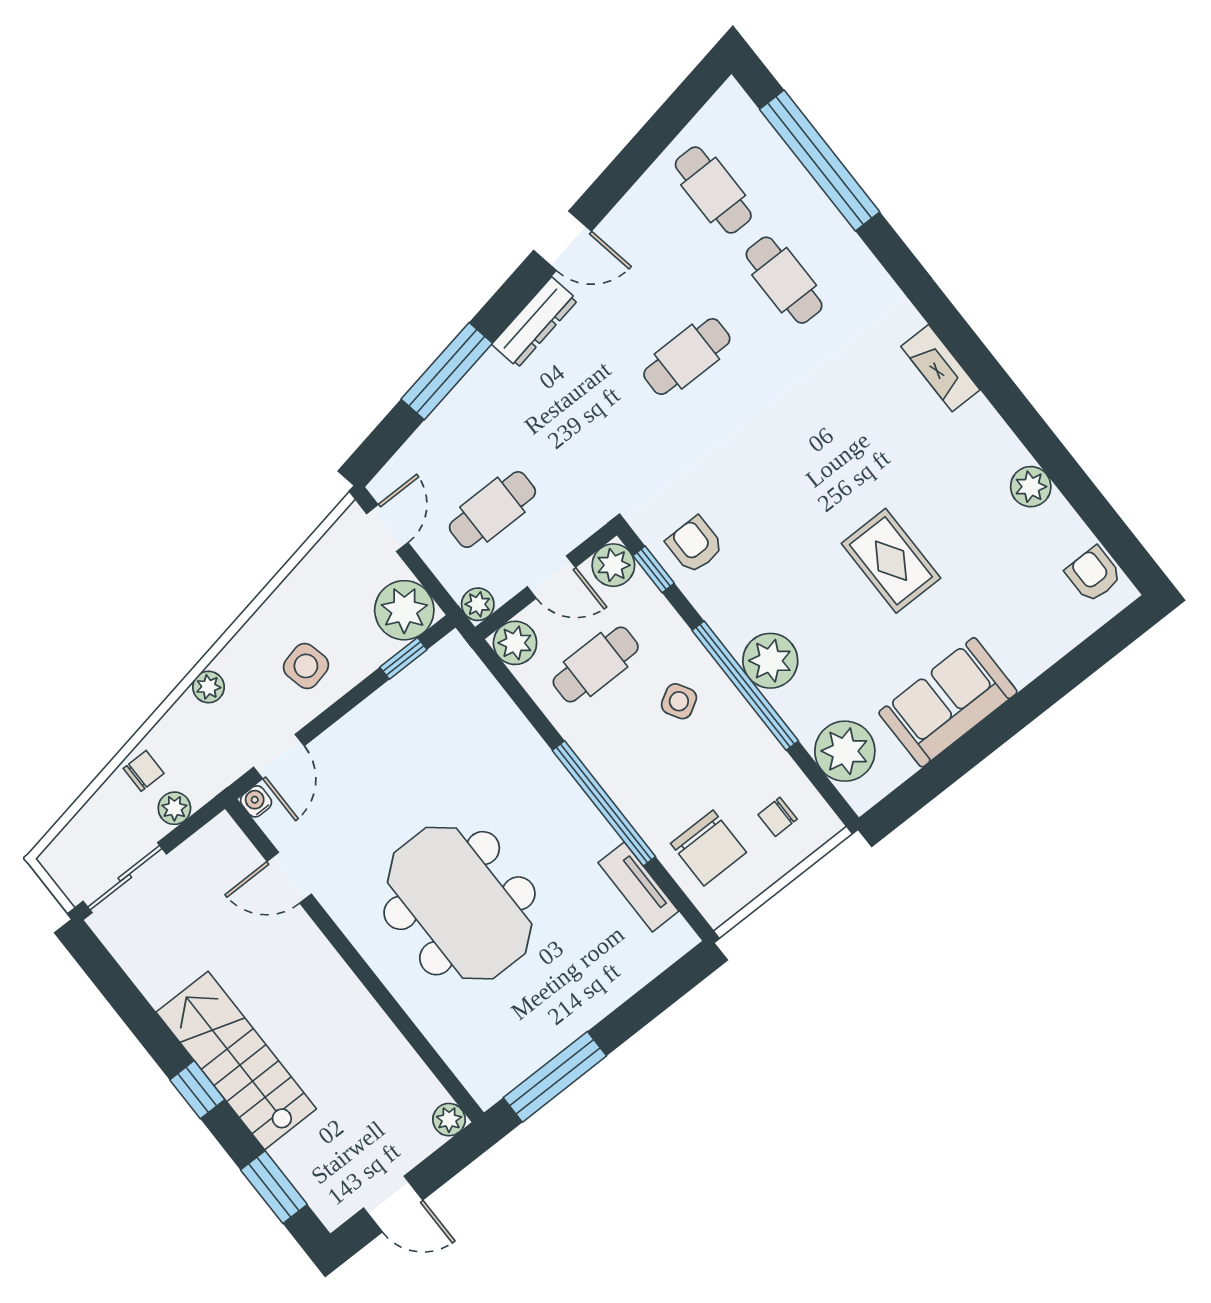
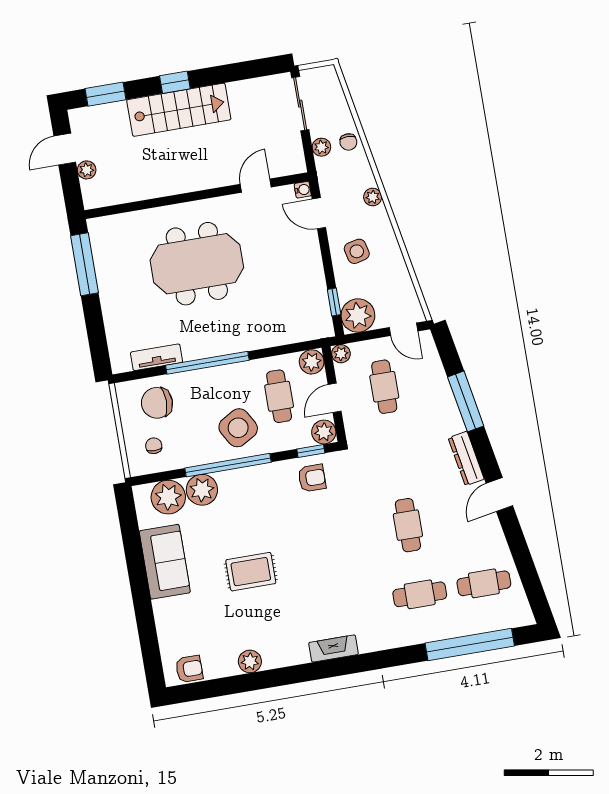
plant: (770, 661) -> (202, 490), moved
side table: (679, 701) -> (238, 428), width x1.87, depth x1.87
plant: (449, 1120) -> (87, 170), moved

